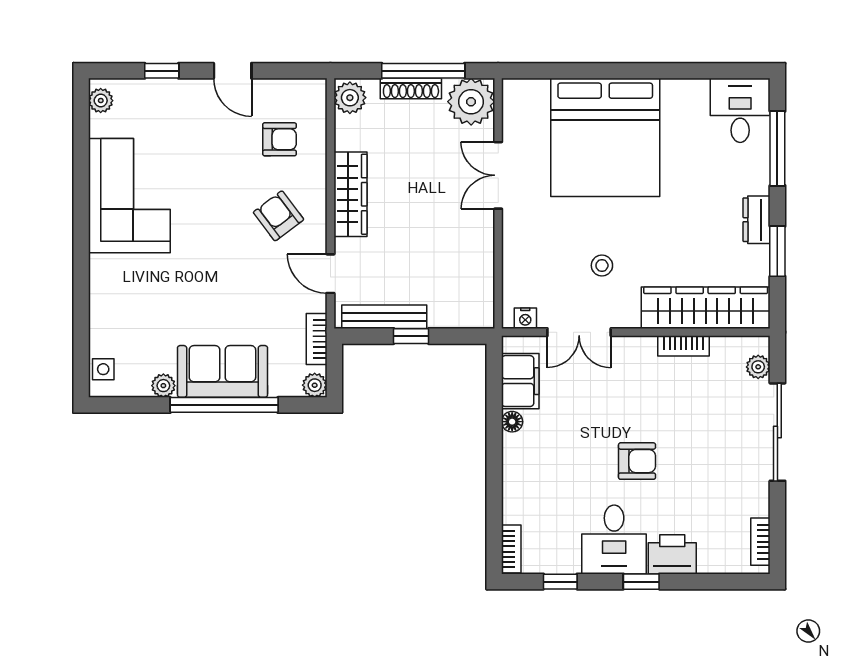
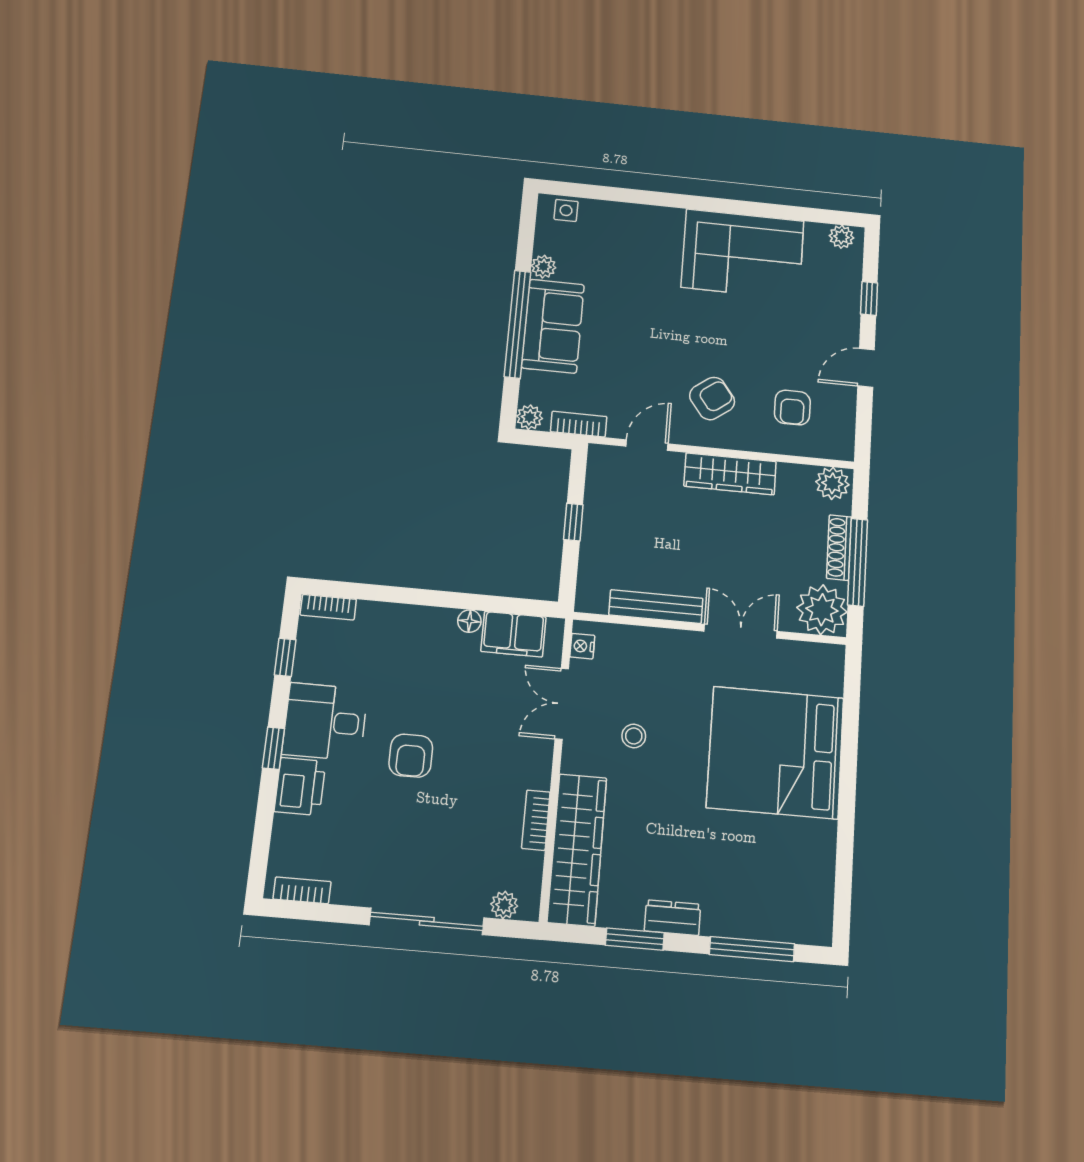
desk: (740, 110) -> (797, 909), removed
bench: (384, 317) -> (656, 607), moved, turned 90

